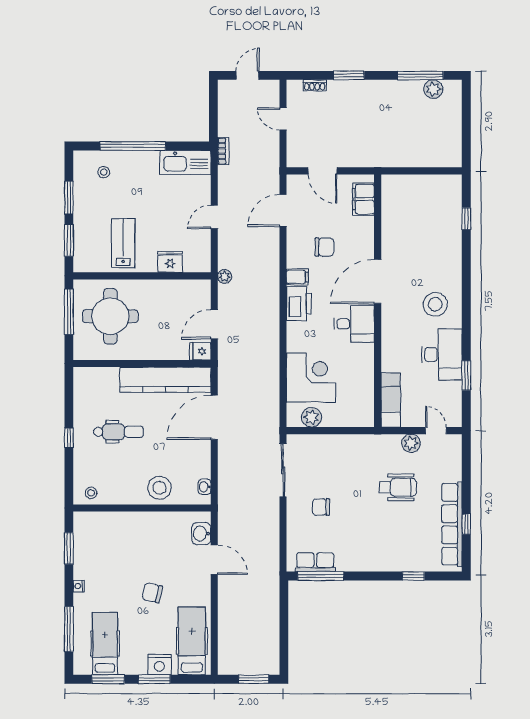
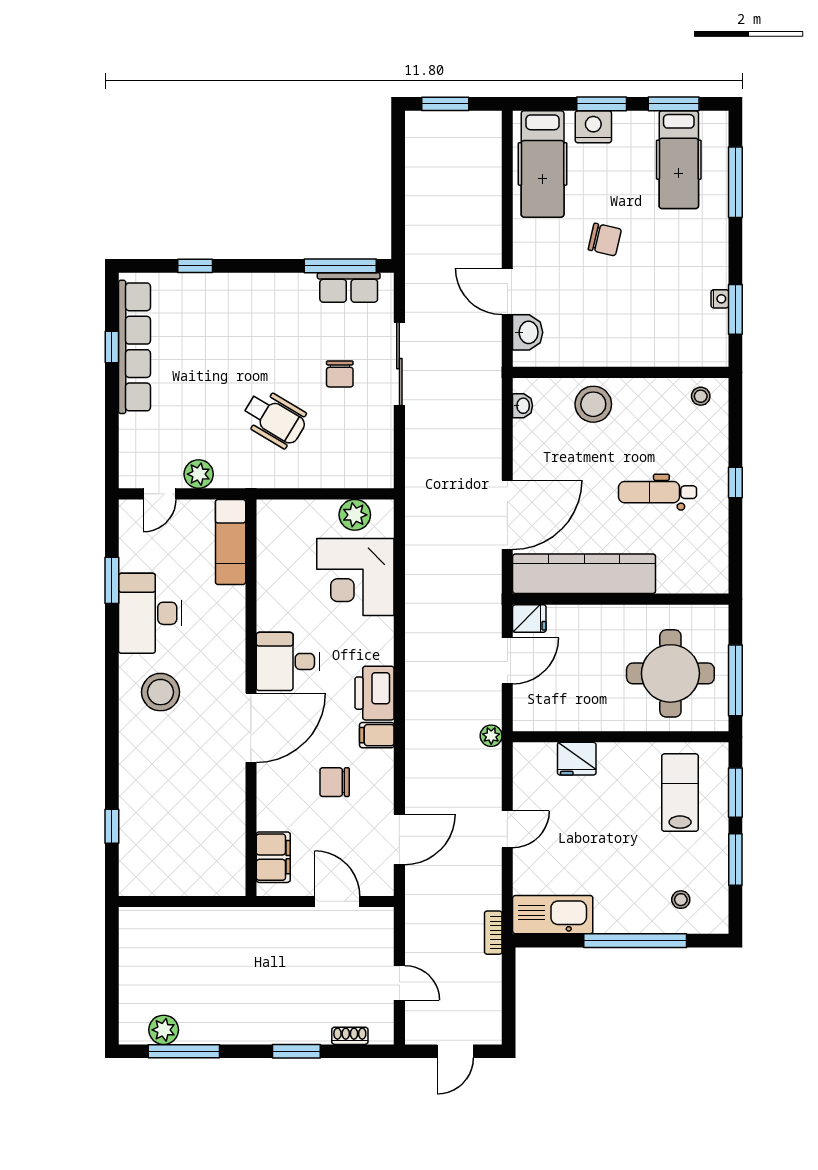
lab bench: (123, 243) -> (680, 793), moved, turned 180
door: (436, 431) -> (160, 494), hinge flipped
sliding door: (283, 470) -> (399, 364), moved
wheelchair: (398, 487) -> (275, 419), moved, turned -149
chair: (321, 507) -> (340, 374), turned 90
nightstand: (79, 586) -> (720, 299), moved

